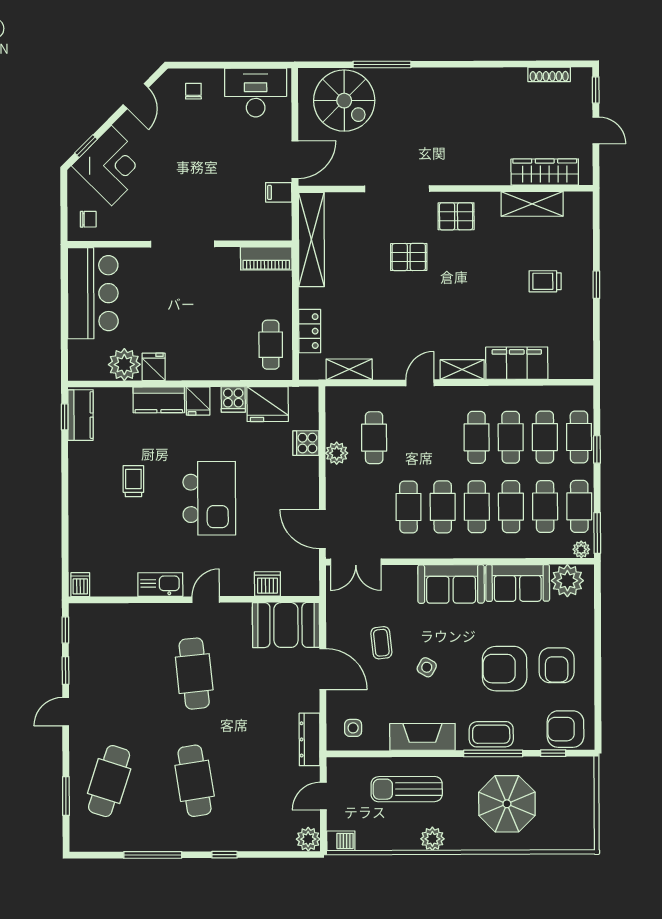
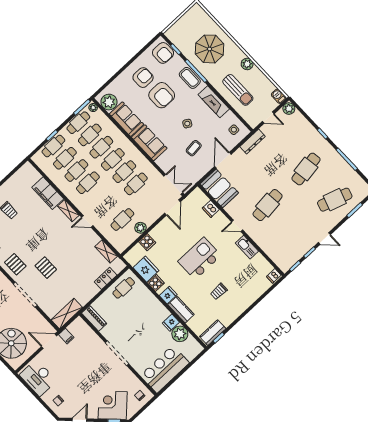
shelving: (311, 239) -> (67, 314), width x0.68

